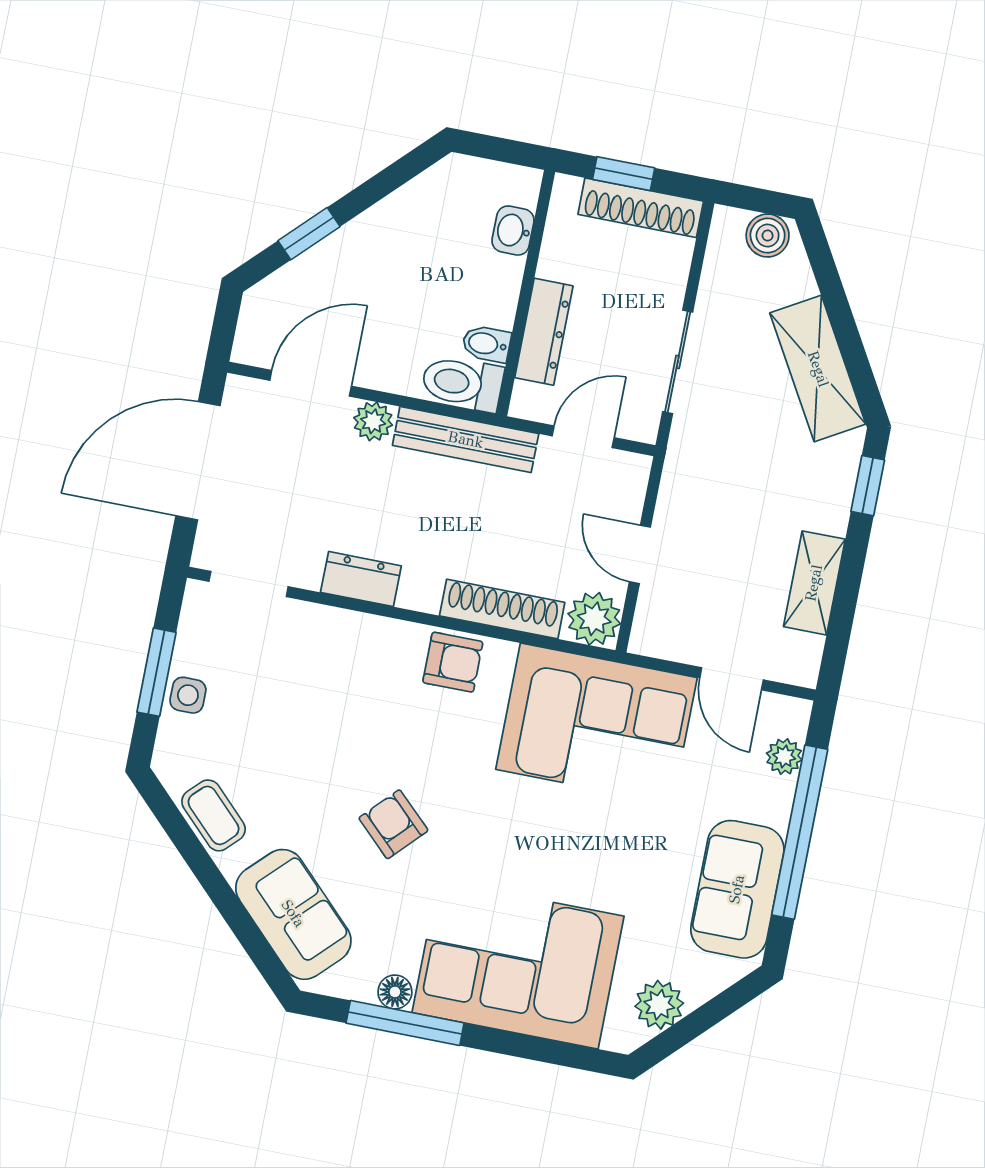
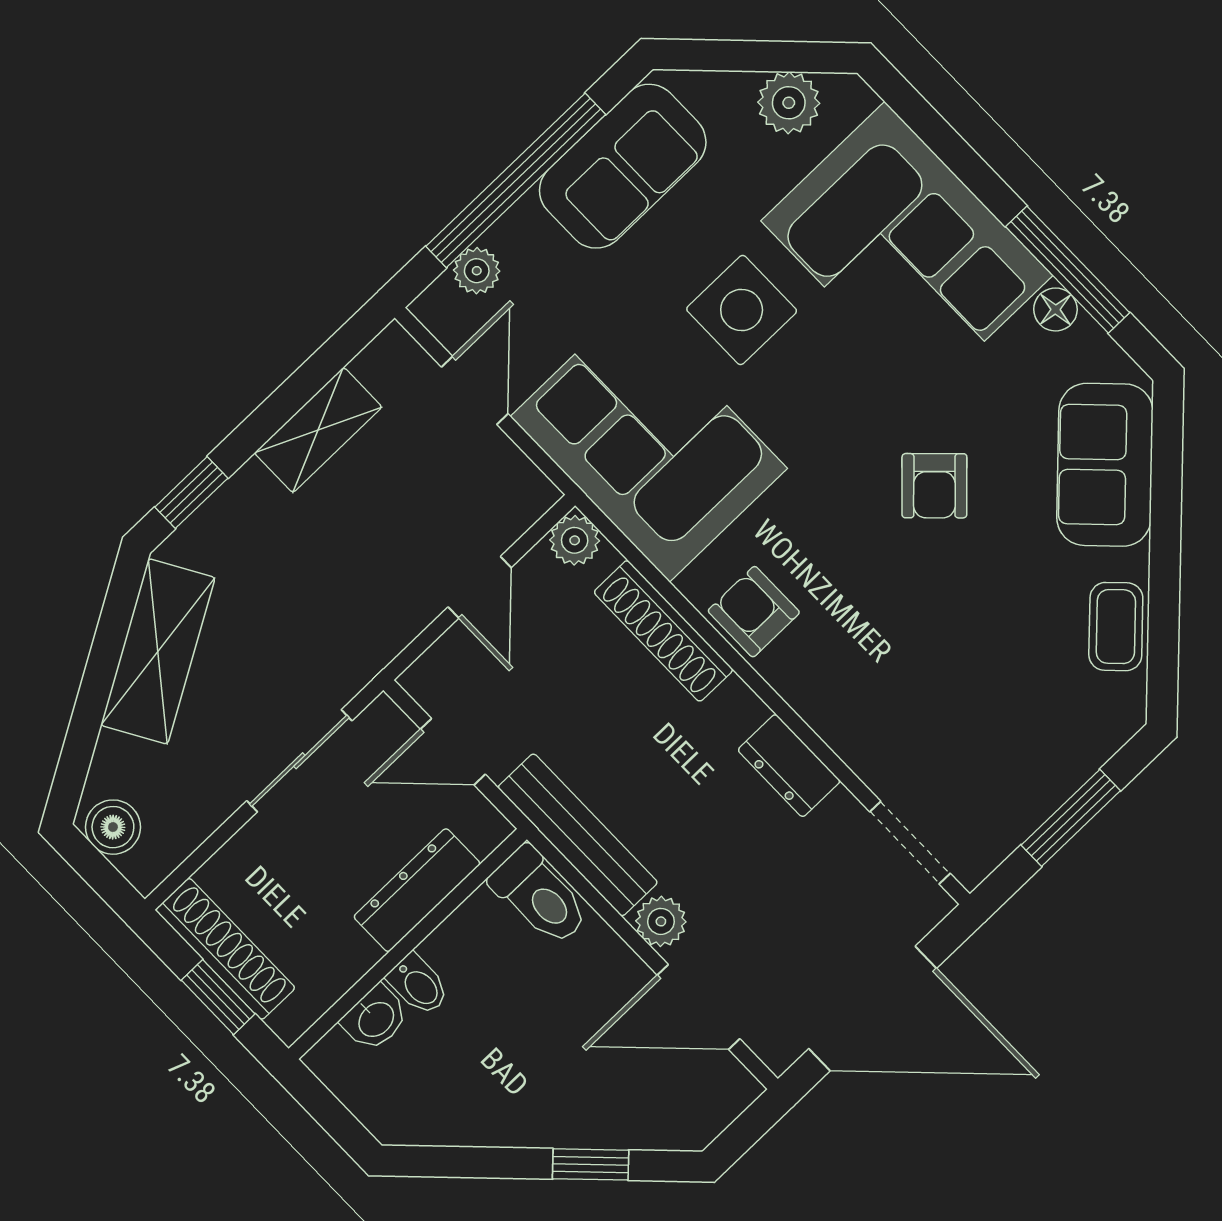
bidet: (486, 344) -> (418, 985), moved
plant: (594, 619) -> (575, 540), width x0.73, depth x0.73
side table: (188, 695) -> (742, 310), moved, width x1.87, depth x1.87

